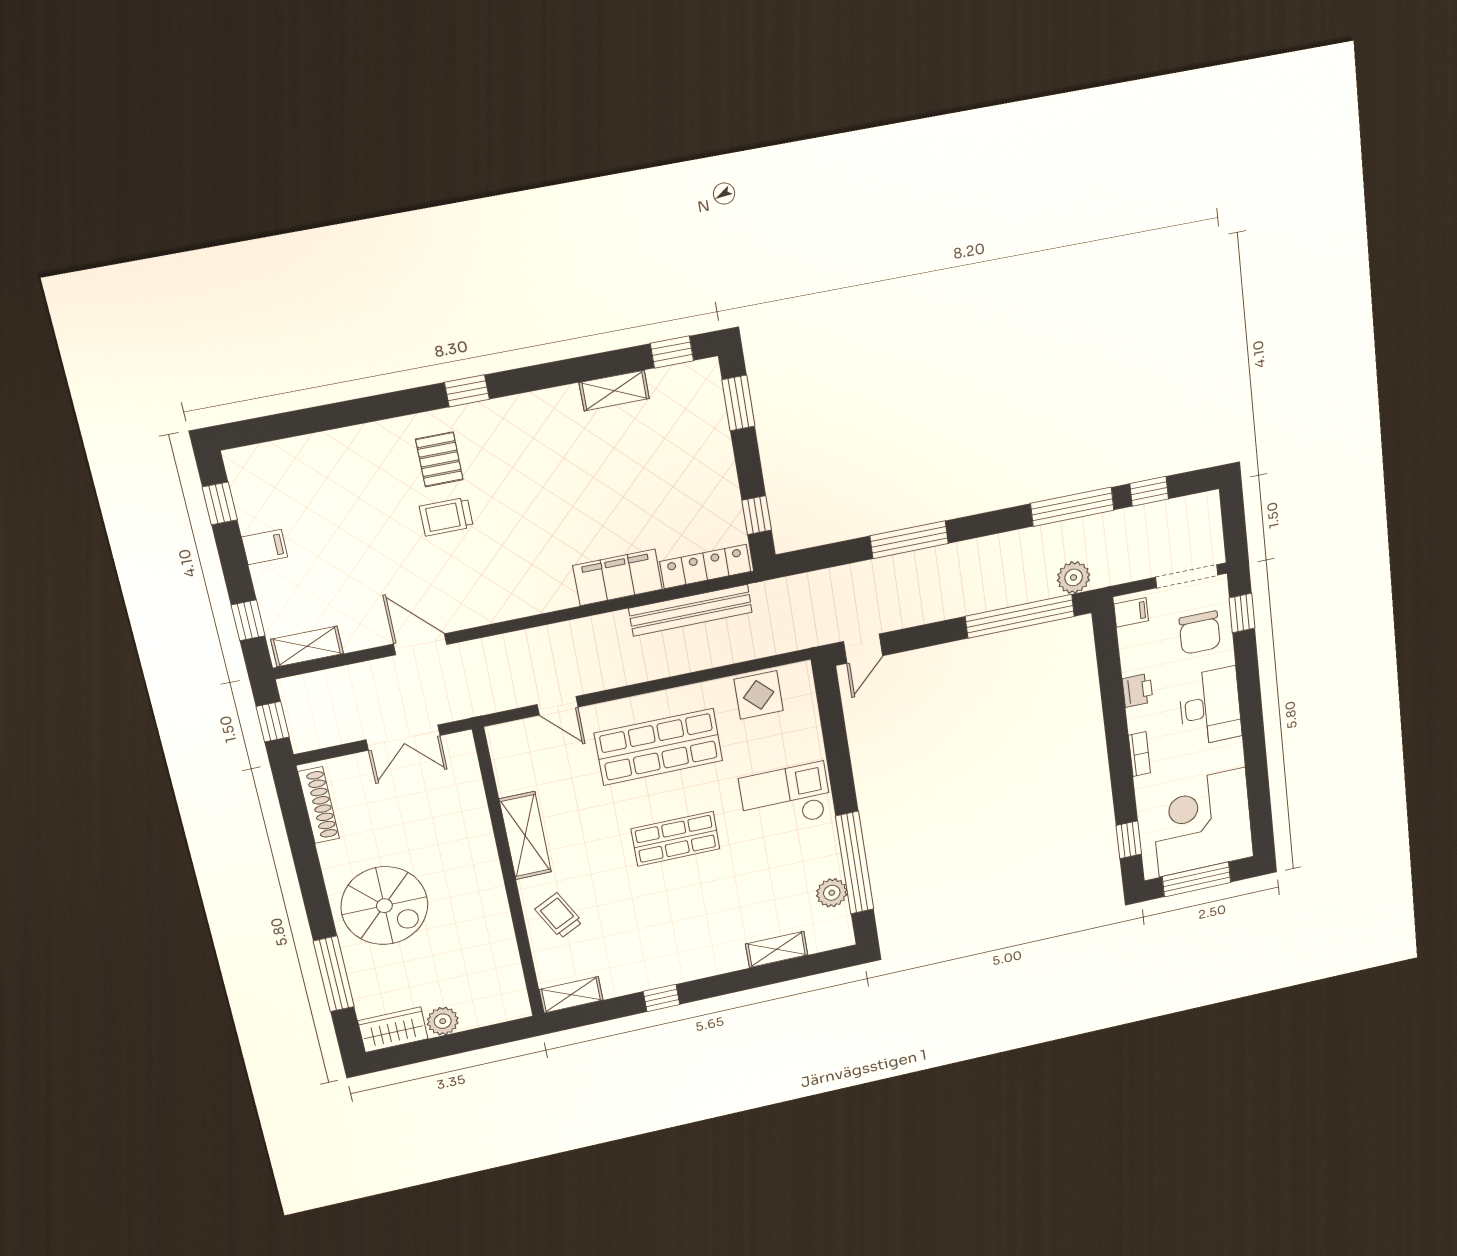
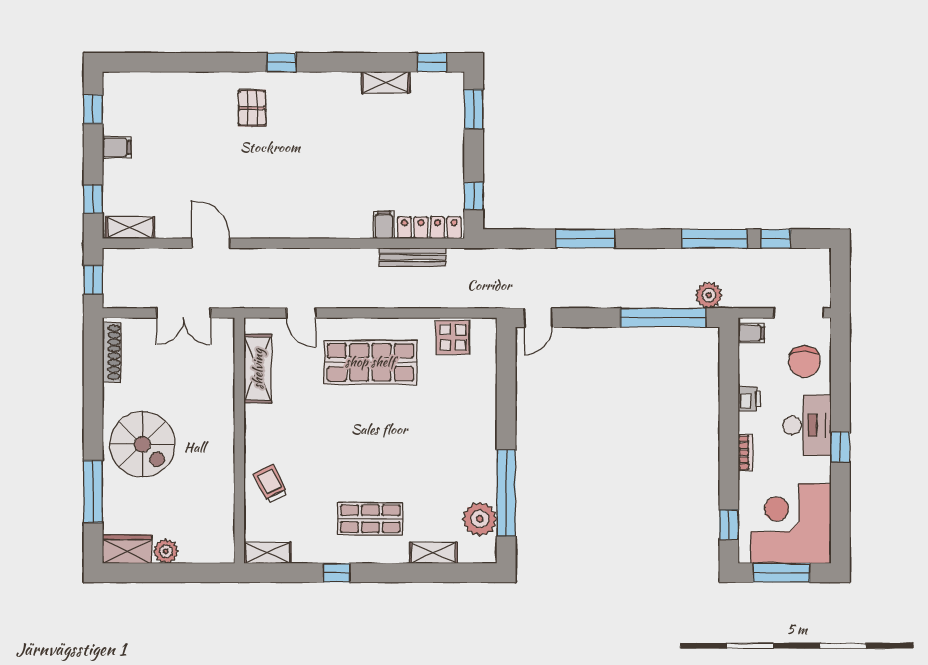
trolley: (446, 517) -> (249, 151), removed
filing cabinet: (618, 577) -> (384, 225), width x0.33, depth x0.86
bench: (690, 610) -> (413, 257), width x0.73, depth x0.82
window: (1242, 613) -> (840, 447), moved
checkout: (785, 797) -> (460, 426), removed
shelving: (525, 836) -> (258, 369), moved
shop shelf: (675, 839) -> (370, 519), moved
plant: (832, 893) -> (480, 519), width x1.36, depth x1.36

